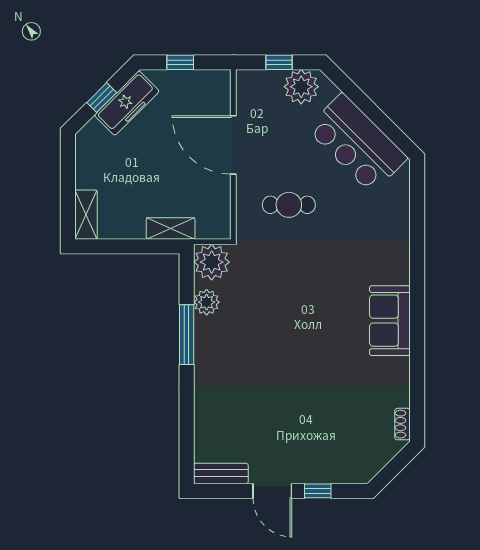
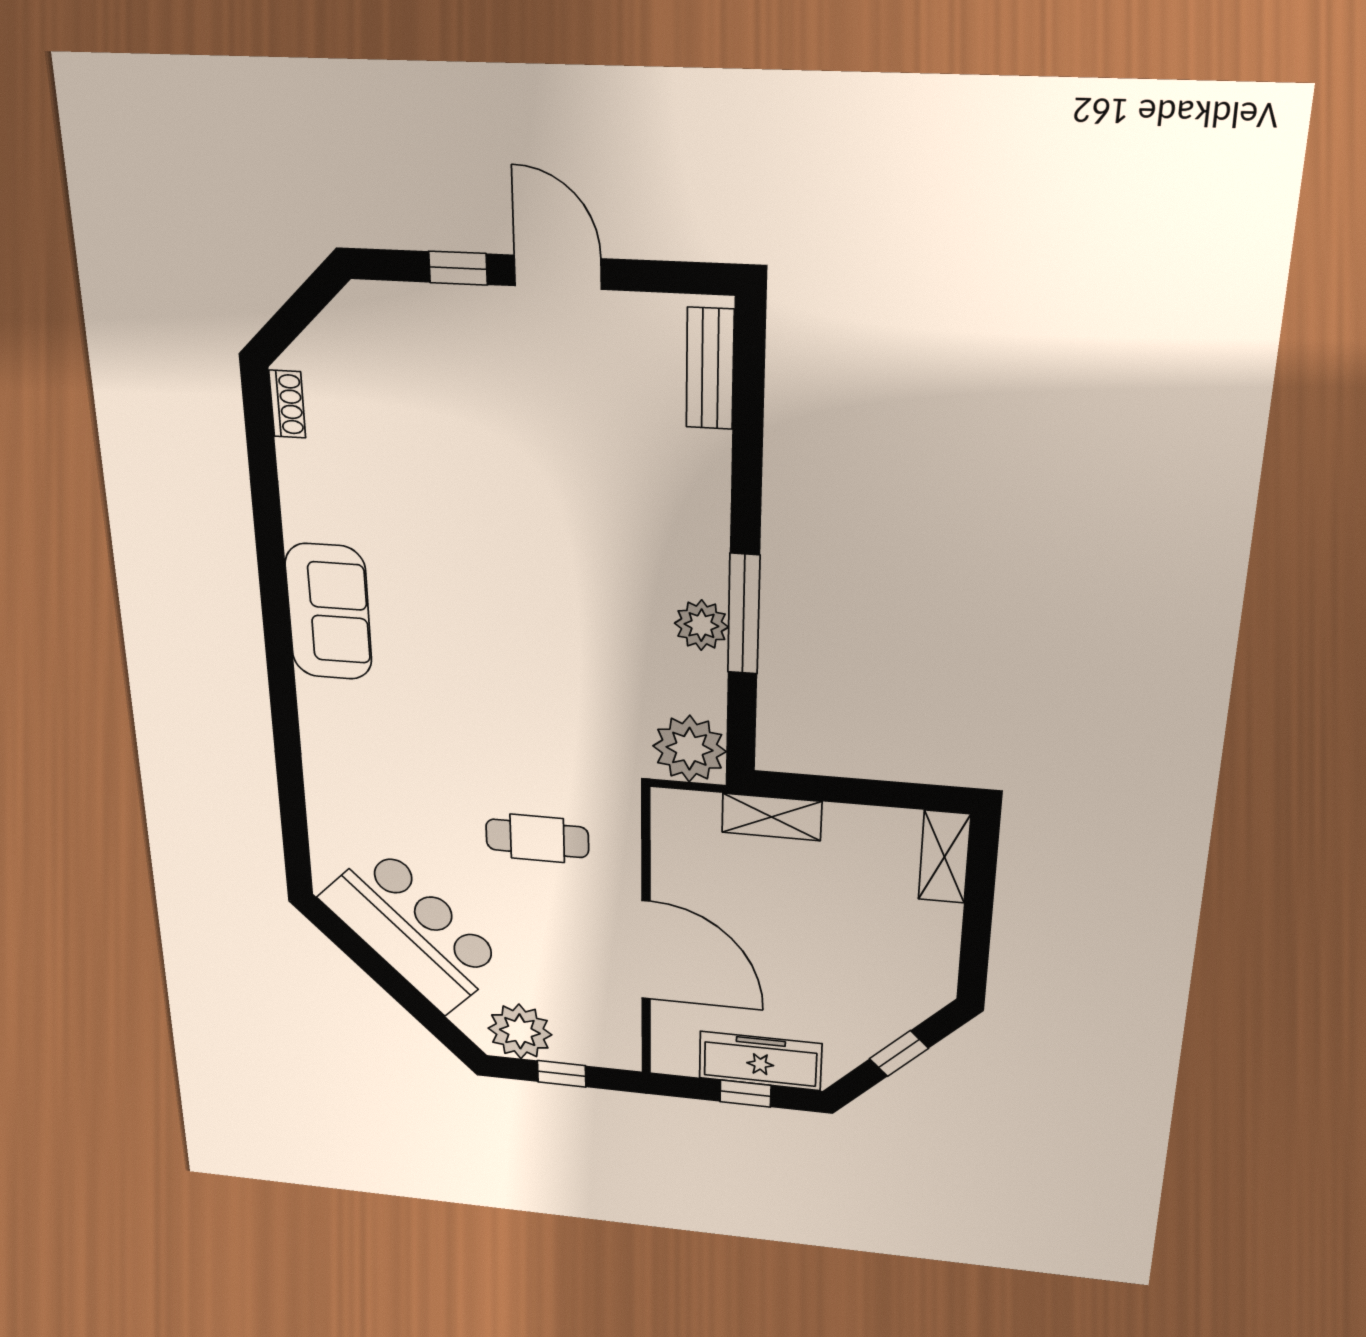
freezer: (127, 103) -> (760, 1061), moved, turned 45
plant: (207, 302) -> (701, 625), moved
bench: (221, 473) -> (710, 369), moved, turned 90

